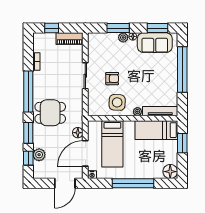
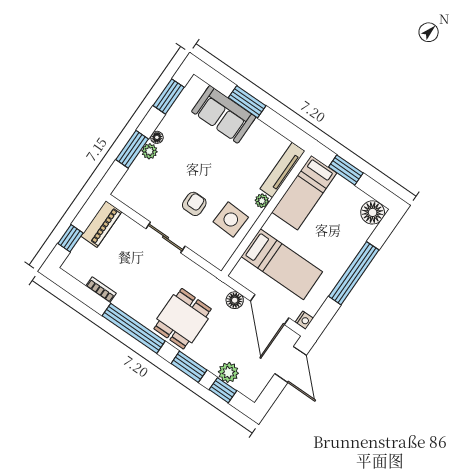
sofa: (155, 43) -> (224, 114), moved, turned 90
window: (182, 69) -> (247, 102), width x0.47

